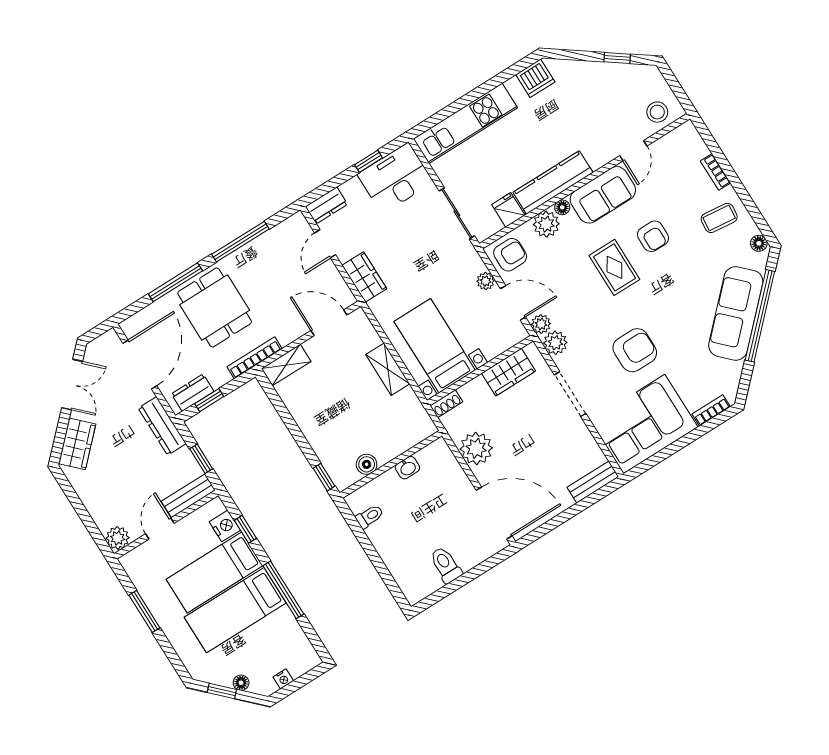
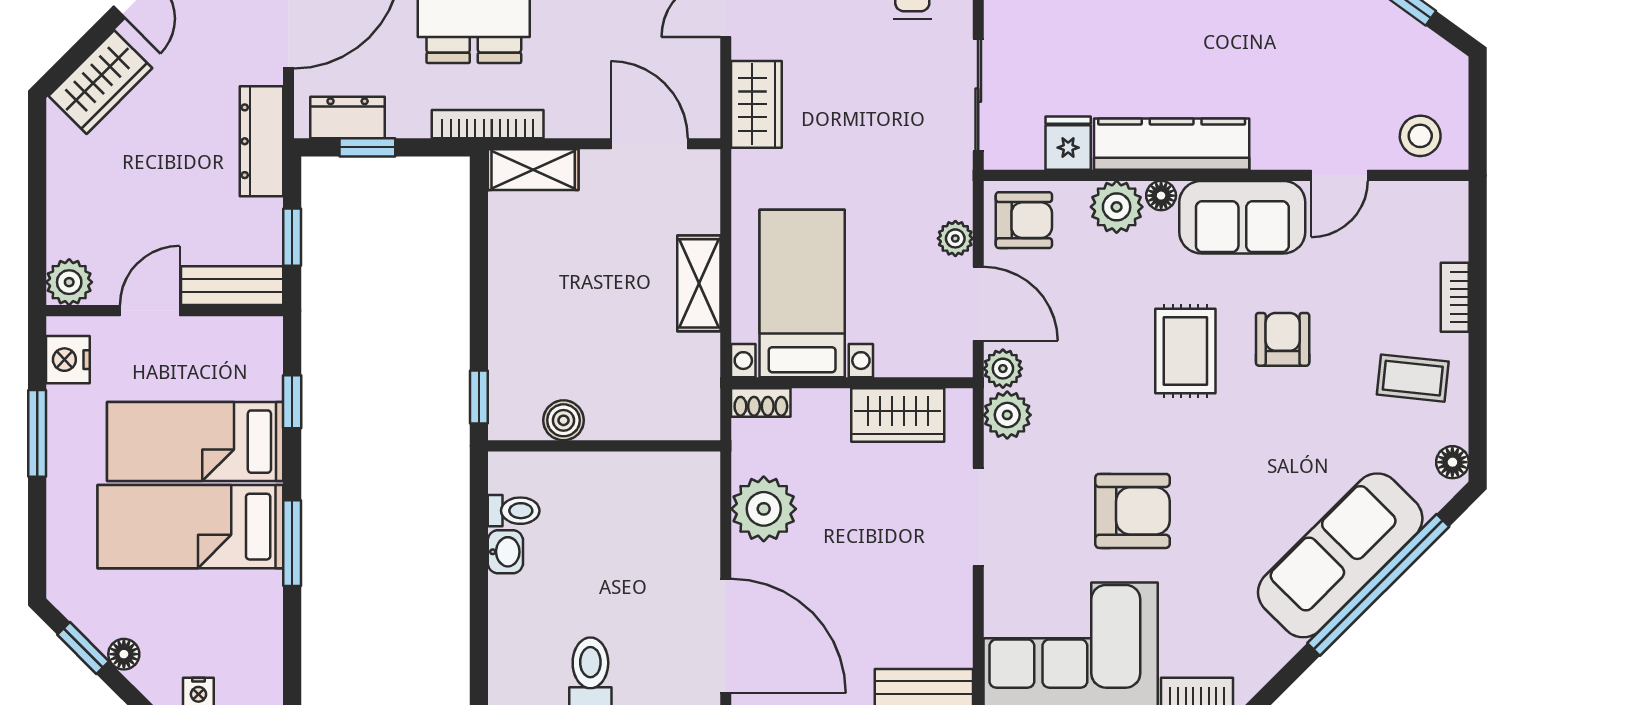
armchair: (653, 236) -> (1283, 339), turned 180
washbasin: (407, 468) -> (505, 552), moved, turned -90
nightstand: (225, 526) -> (68, 360), moved, turned 180
window: (283, 590) -> (292, 543), width x0.69

